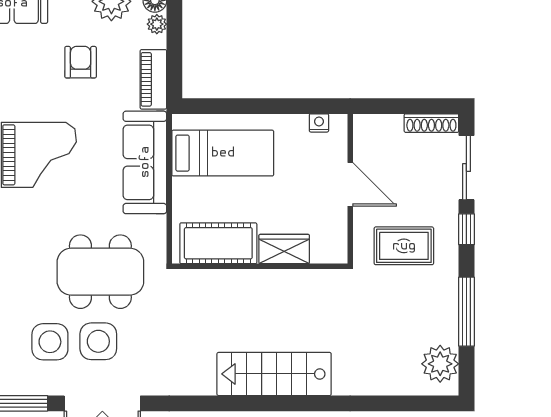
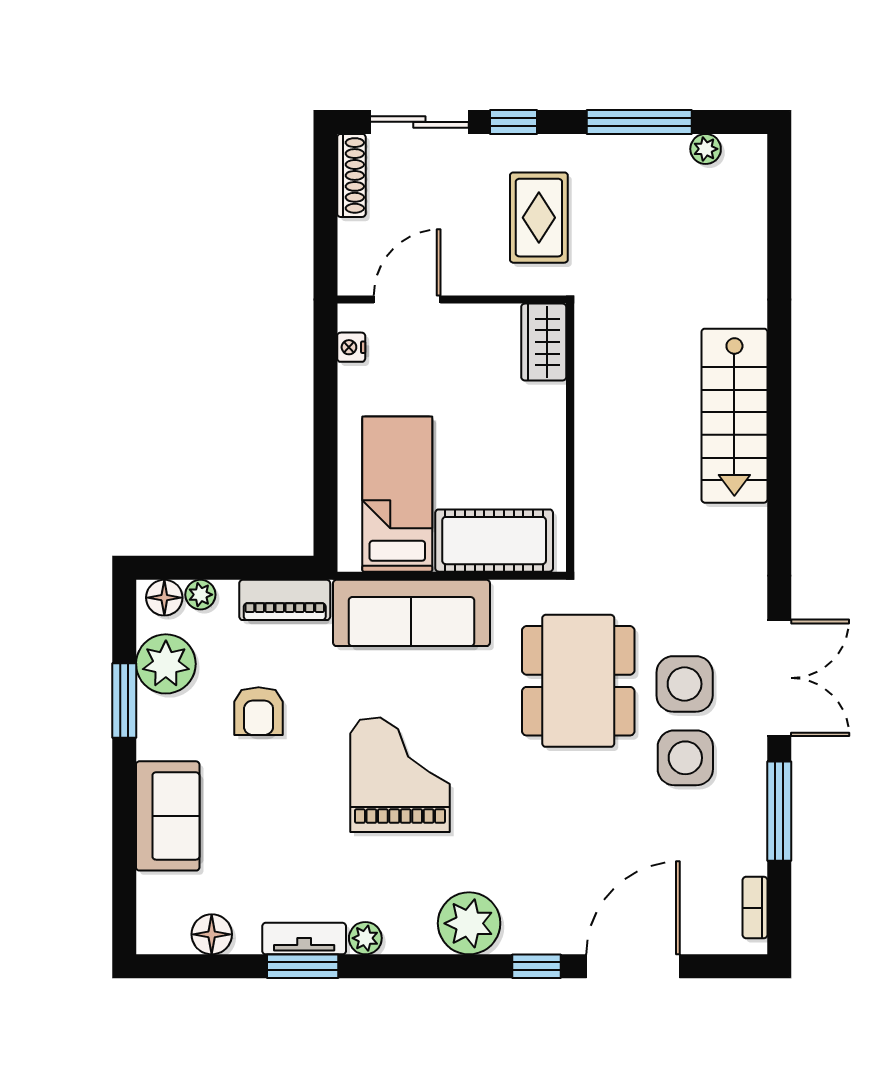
armchair: (81, 62) -> (259, 711), turned -90
door: (350, 184) -> (407, 300), moved
cot: (218, 243) -> (494, 541), moved, turned 90
wardrobe: (284, 249) -> (544, 342), moved
plant: (440, 364) -> (706, 149), width x0.53, depth x0.53

